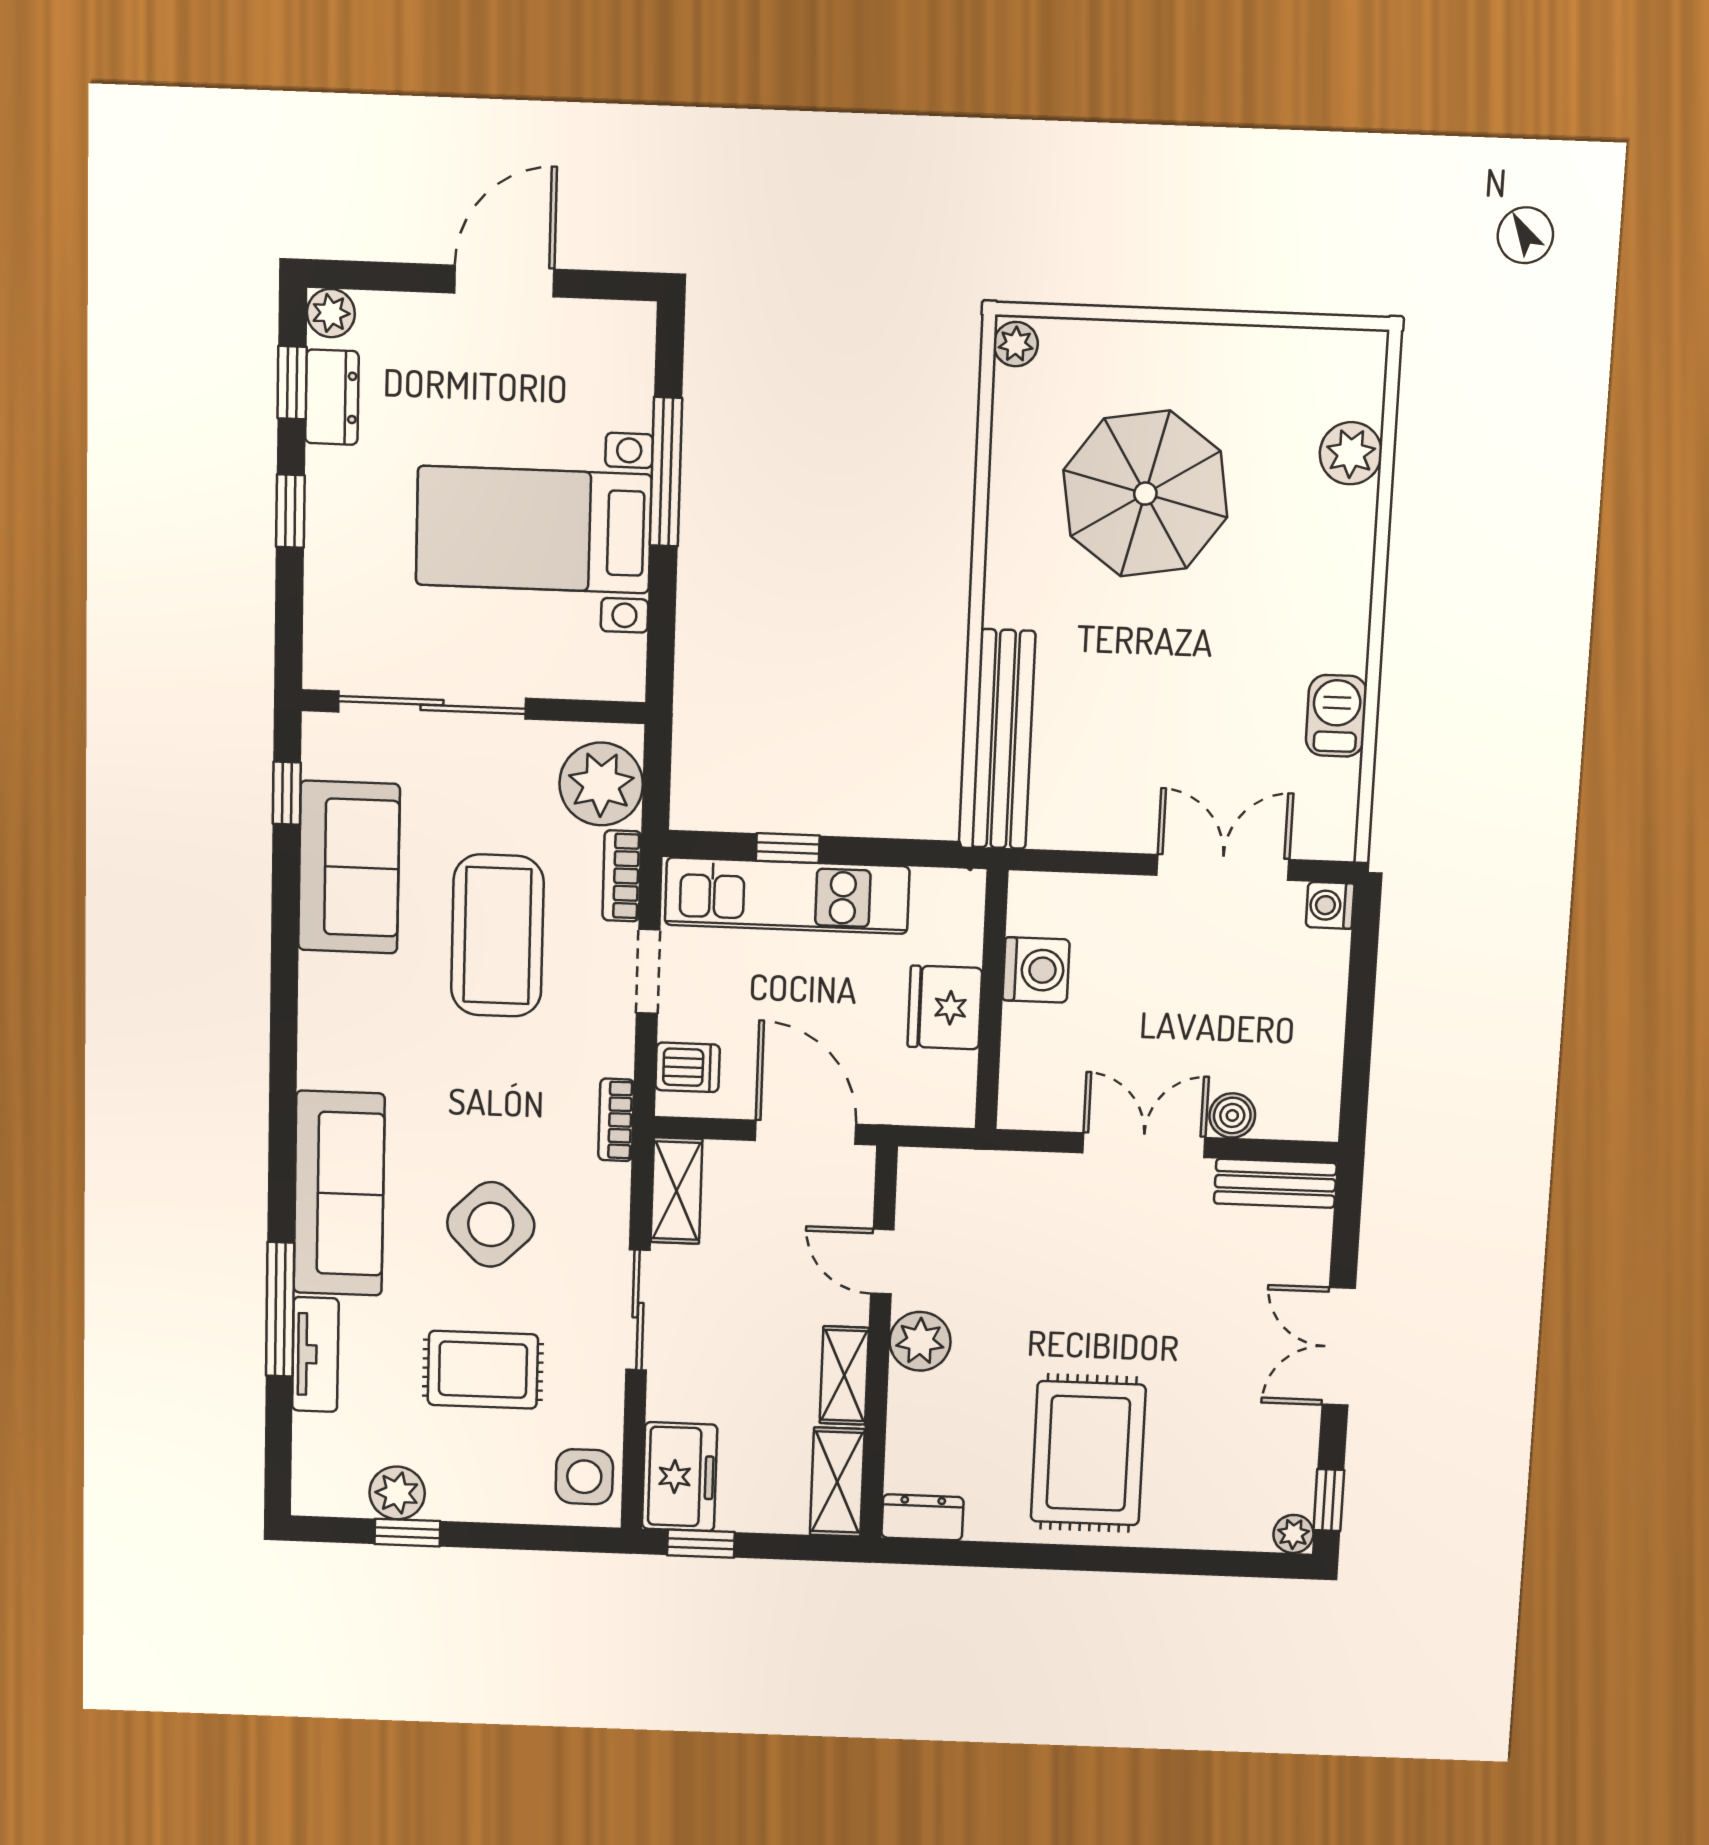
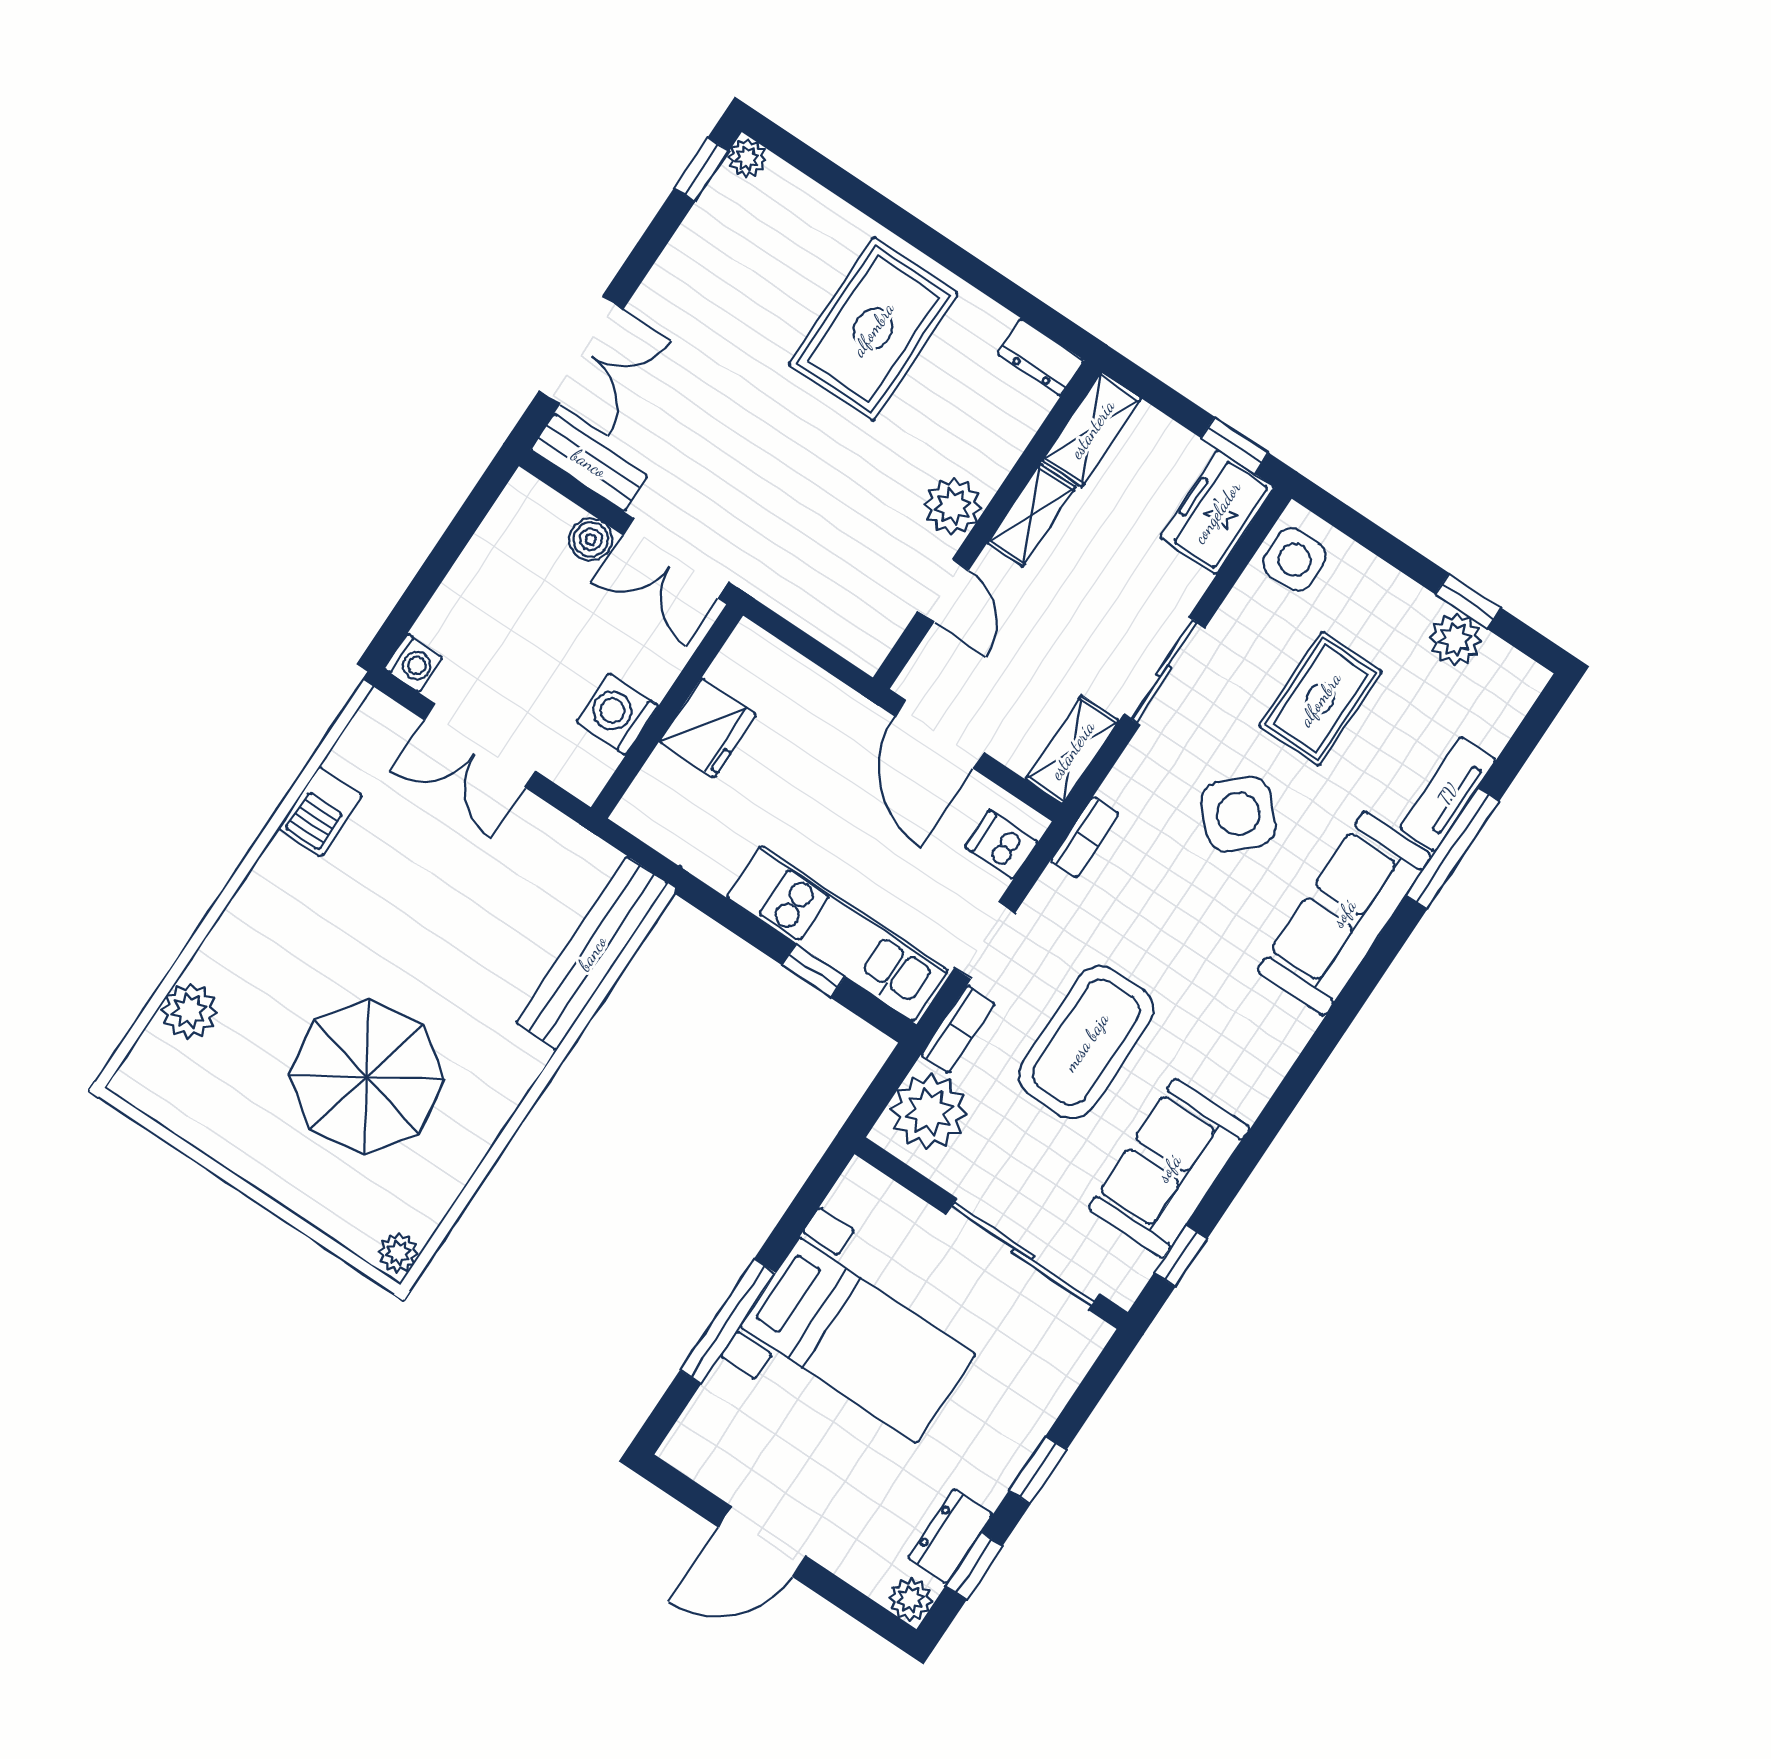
washing machine: (1036, 970) -> (617, 714), moved
wall: (992, 1000) -> (667, 711), moved
fridge: (945, 1007) -> (708, 728), moved
double door: (1339, 1347) -> (581, 350), moved
rug: (483, 1370) -> (1320, 699), turned 90

